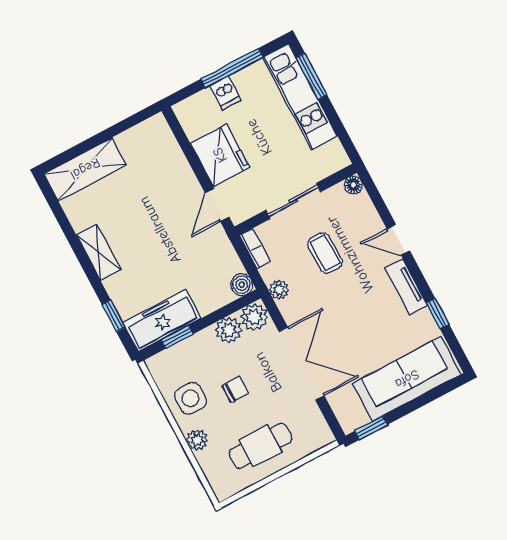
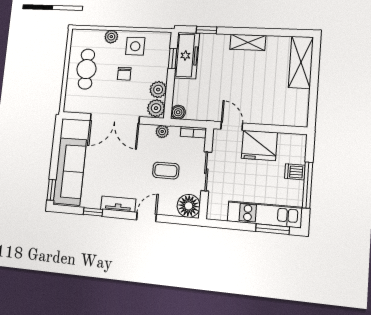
floor lamp: (353, 185) -> (189, 206), width x1.89, depth x1.89
window: (371, 428) -> (51, 190), moved

